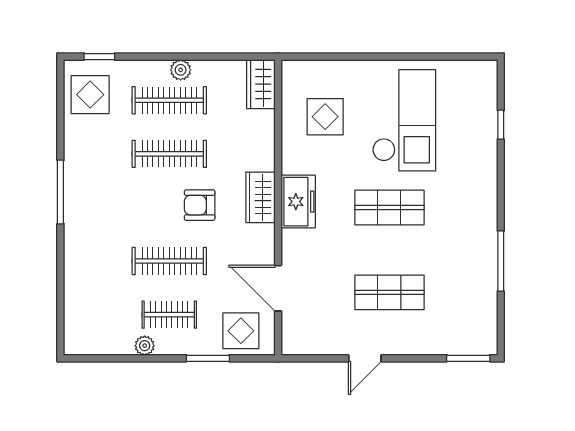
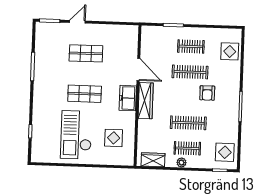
wardrobe: (261, 84) -> (153, 160), moved, turned -90
clothes rail: (169, 100) -> (187, 148), width x0.73
wardrobe: (260, 197) -> (146, 101), width x1.50
armchair: (200, 205) -> (207, 93), moved, turned 90
door: (278, 288) -> (138, 69), moved
display table: (241, 331) -> (230, 51), moved
plant: (145, 346) -> (203, 32), removed
door: (365, 358) -> (77, 22), moved

